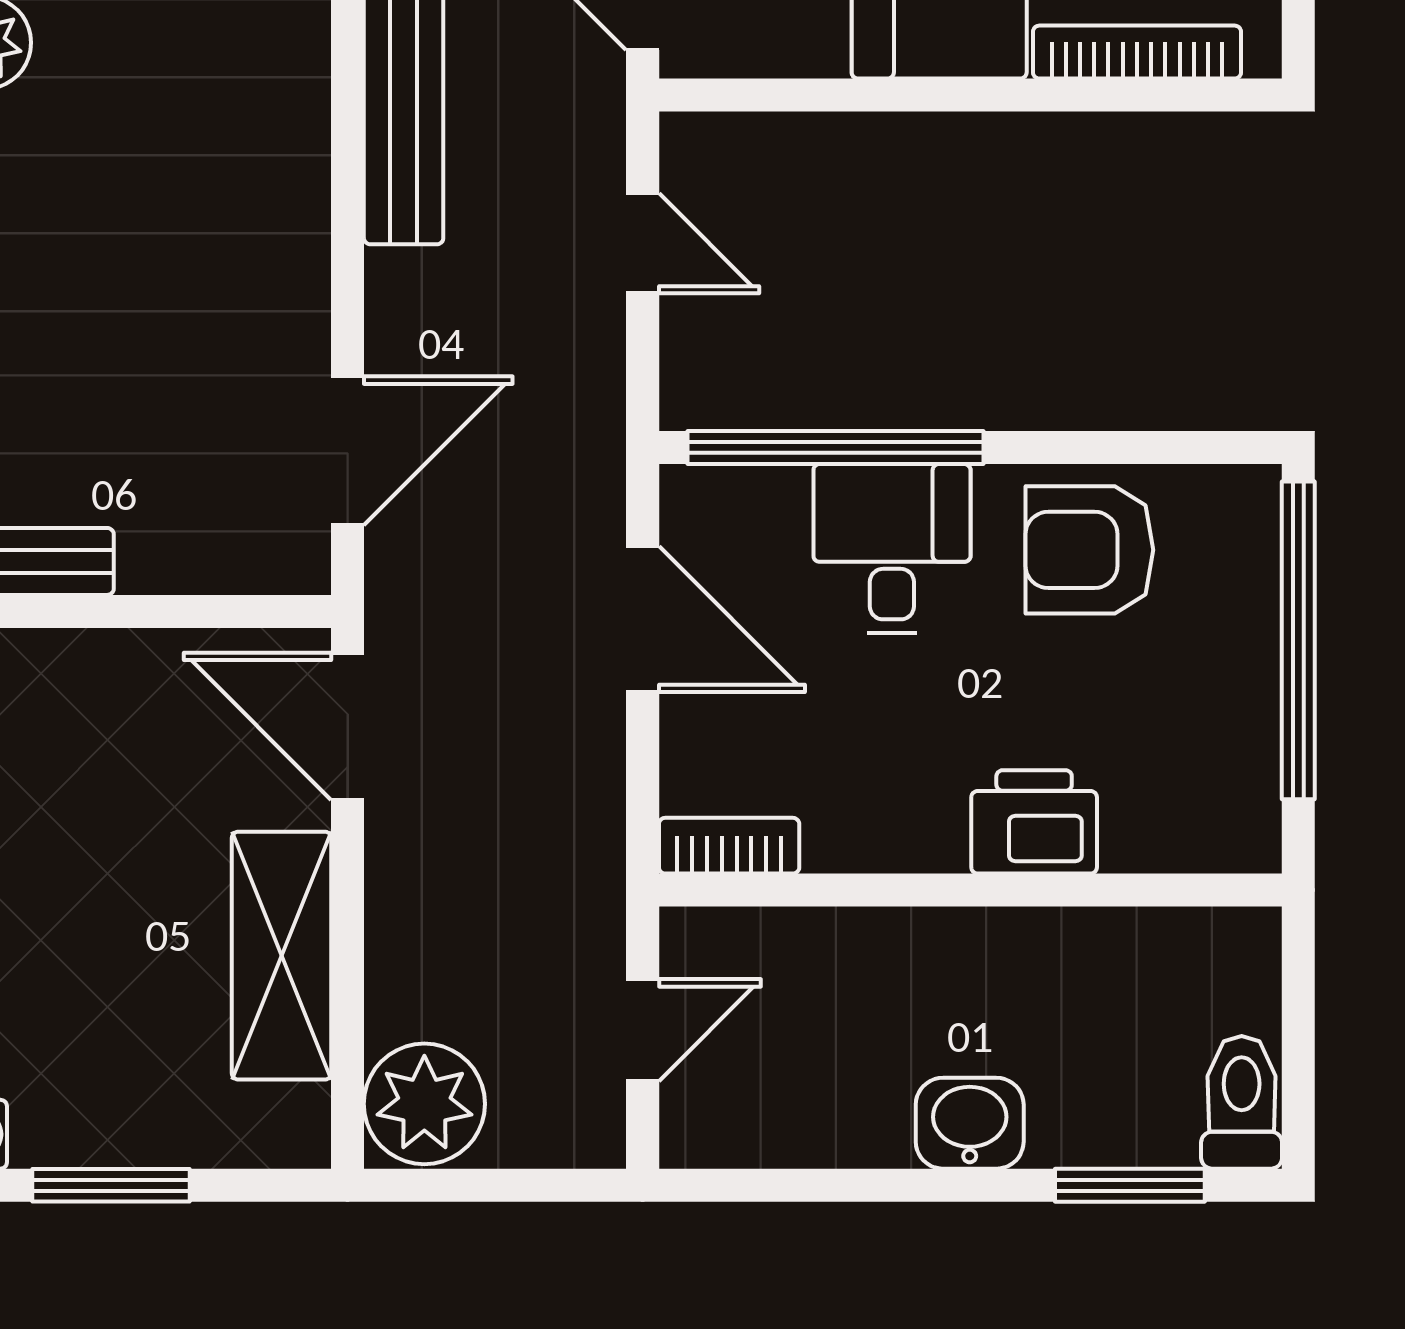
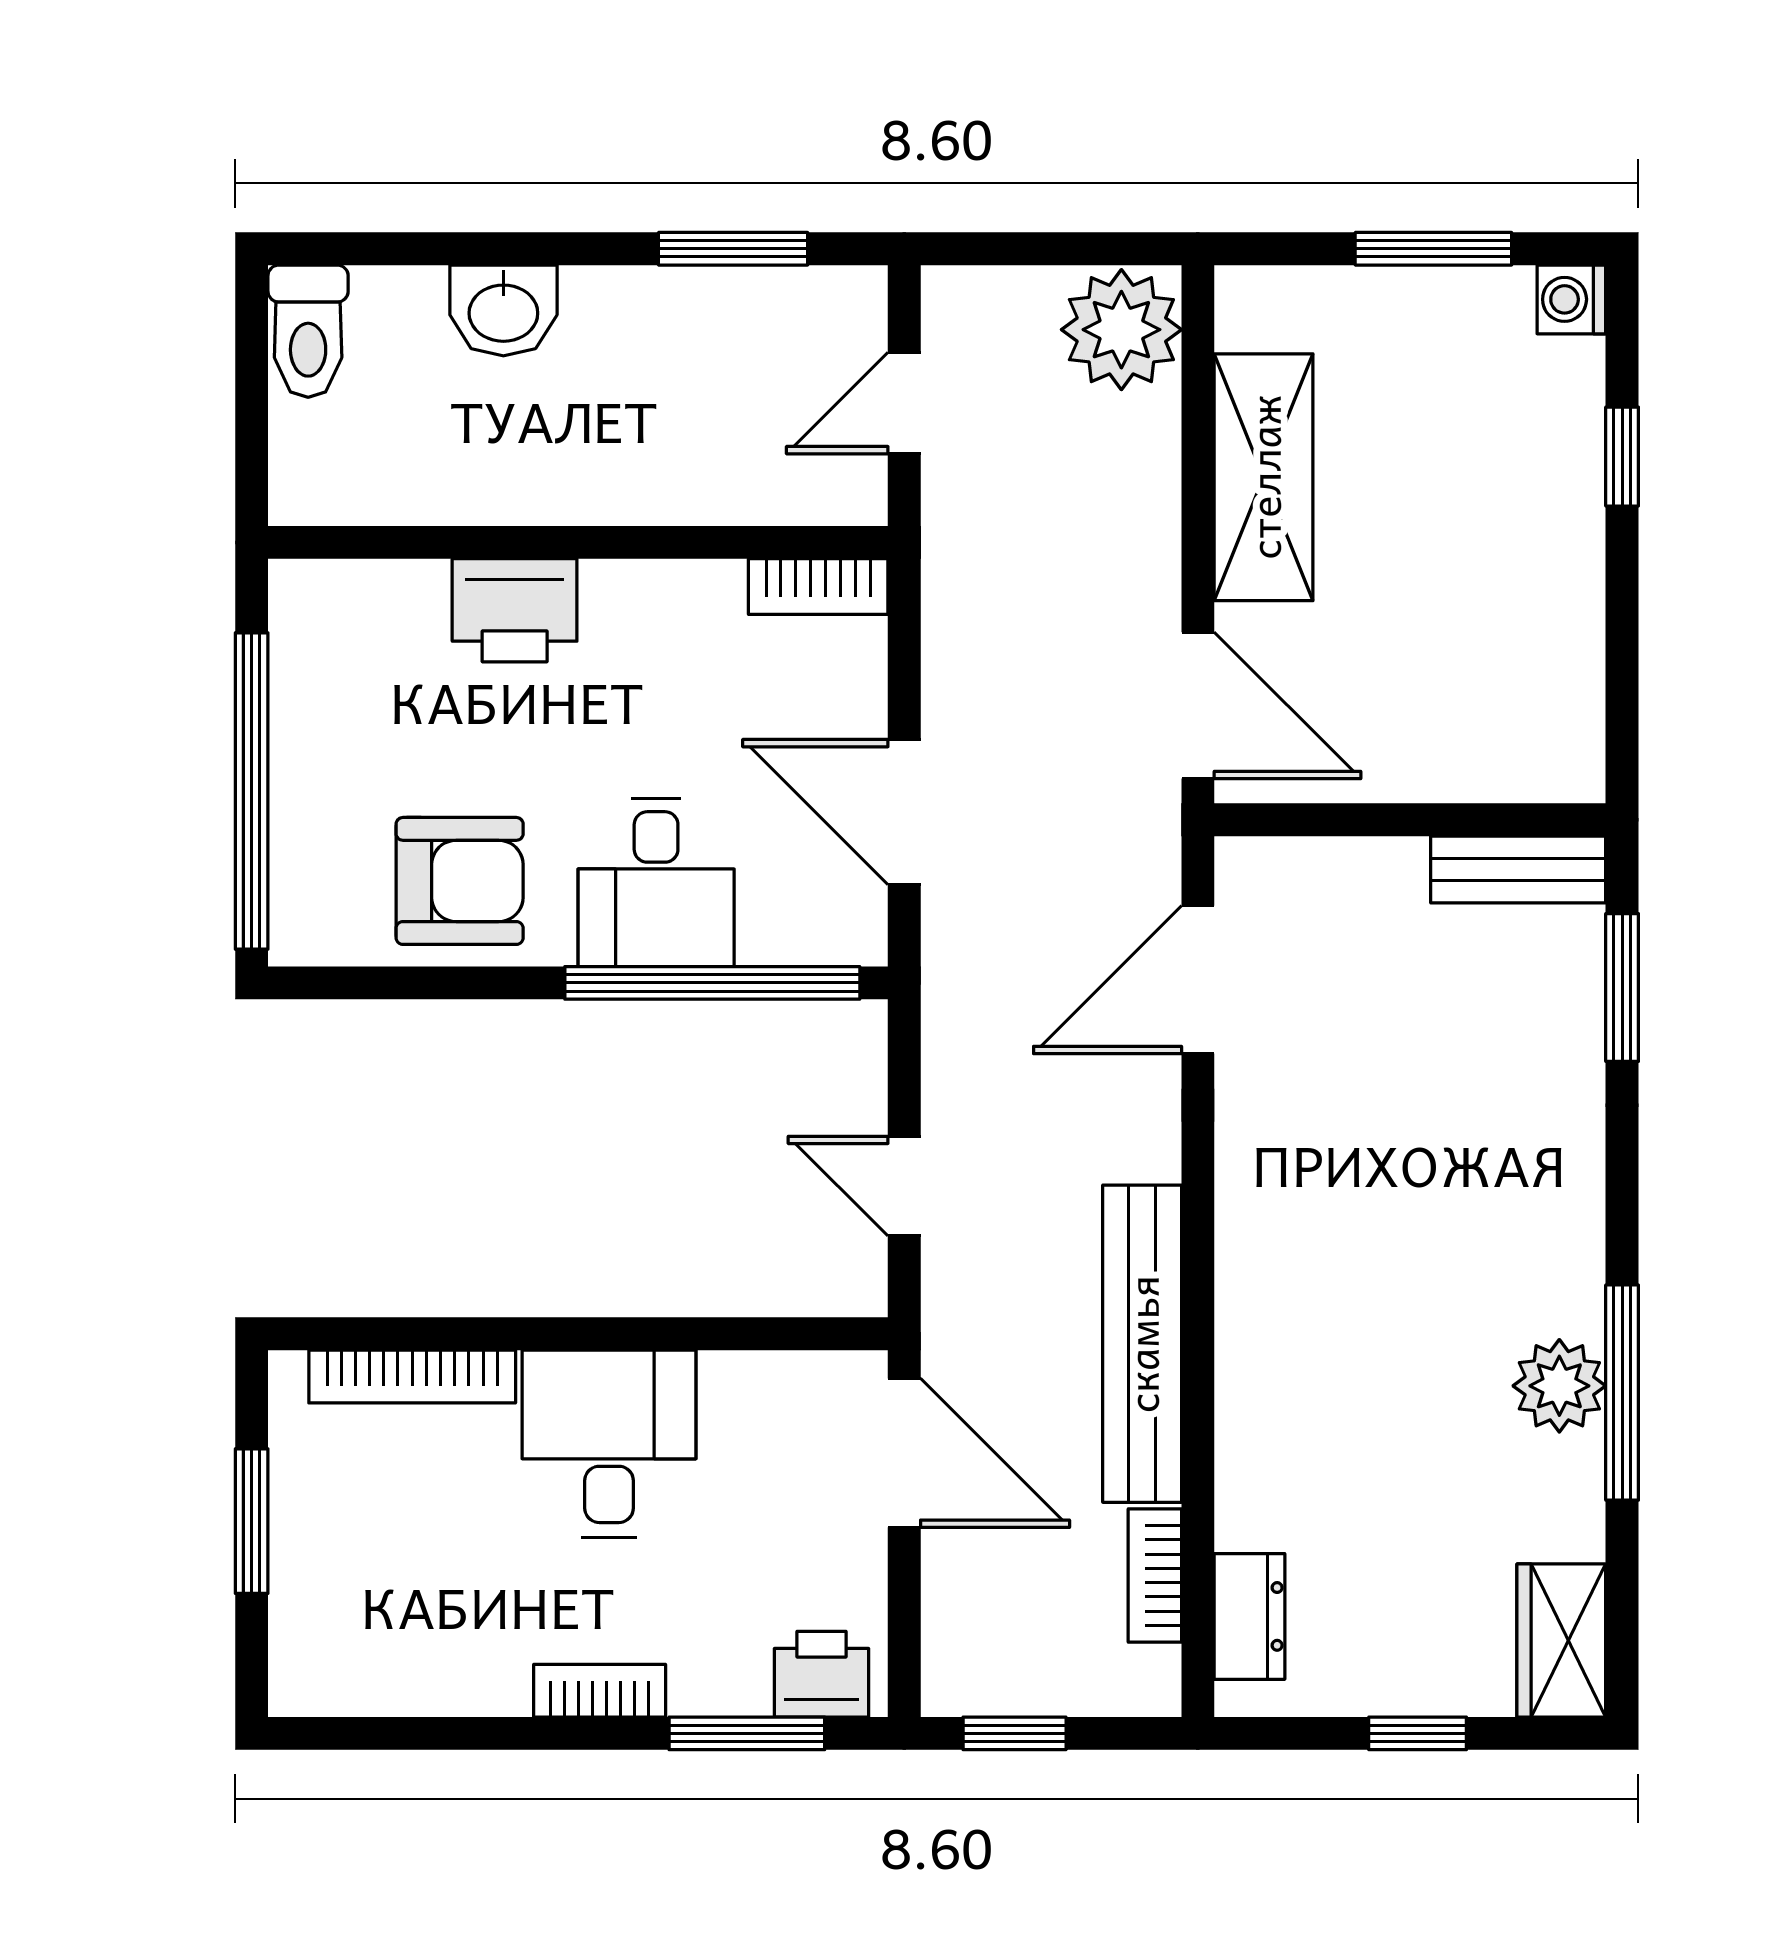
washbasin: (970, 1123) -> (503, 310), moved
window: (1130, 1185) -> (733, 249), moved

